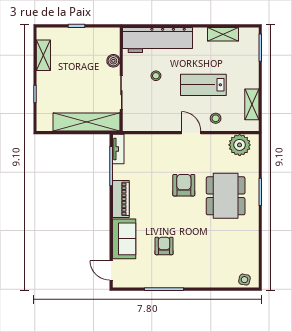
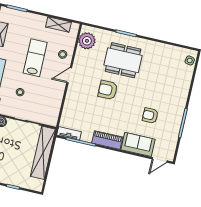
lab bench: (203, 85) -> (35, 58), turned 180

